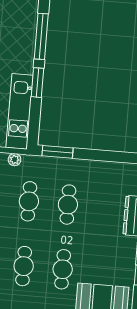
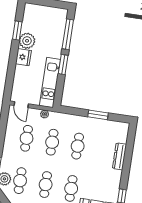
window: (58, 152) -> (98, 115), moved

